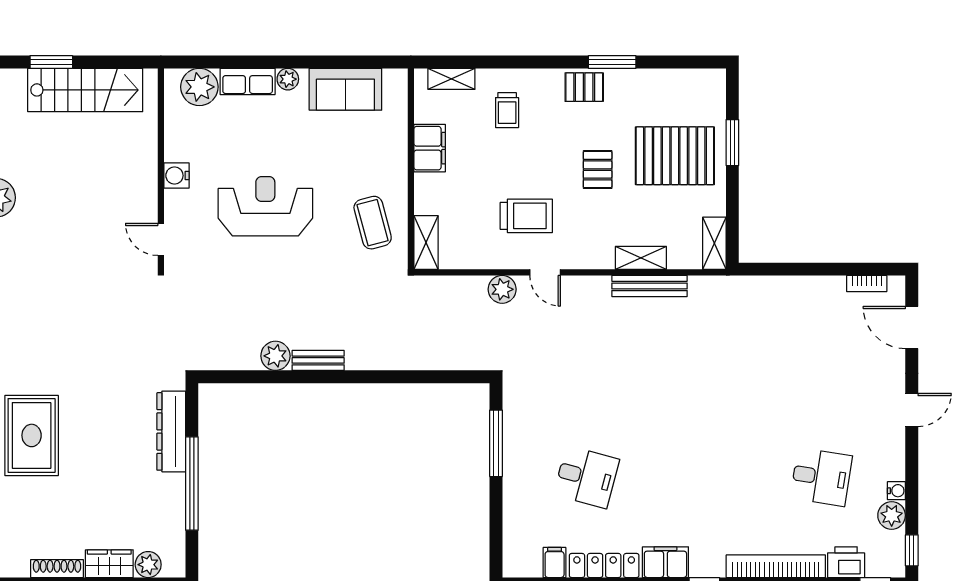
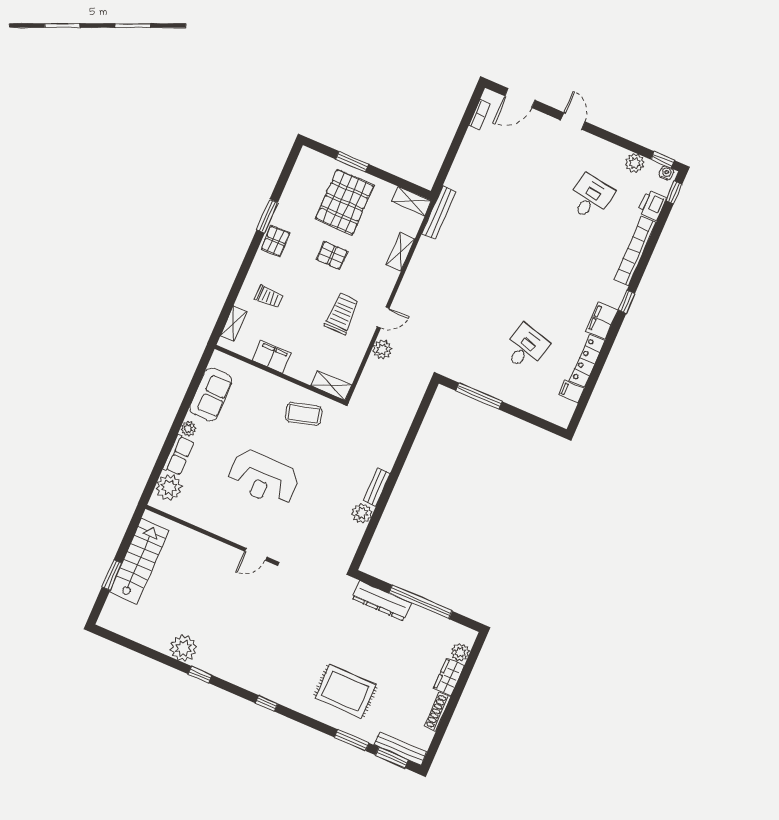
water cooler: (176, 176) -> (219, 526), removed
reception desk: (265, 206) -> (263, 478), turned -90
bench: (649, 286) -> (439, 213), moved
water cooler: (896, 491) -> (666, 173), moved

